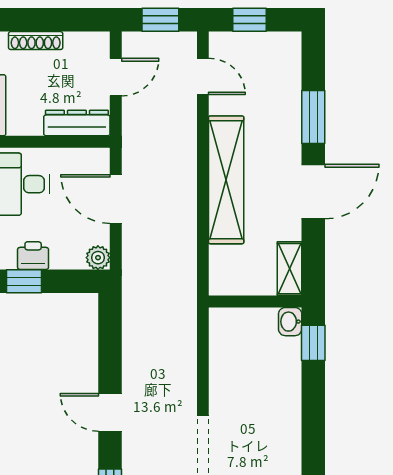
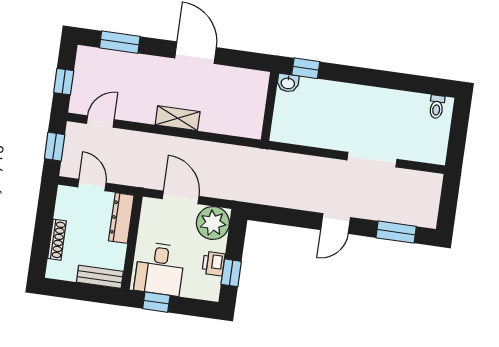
window: (313, 117) -> (120, 42), moved
shelving: (226, 180) -> (178, 118), width x0.45, depth x0.75
door: (116, 199) -> (181, 197), swing flipped
plant: (98, 258) -> (213, 223), width x1.87, depth x1.87
shelving: (289, 269) -> (249, 78), removed

